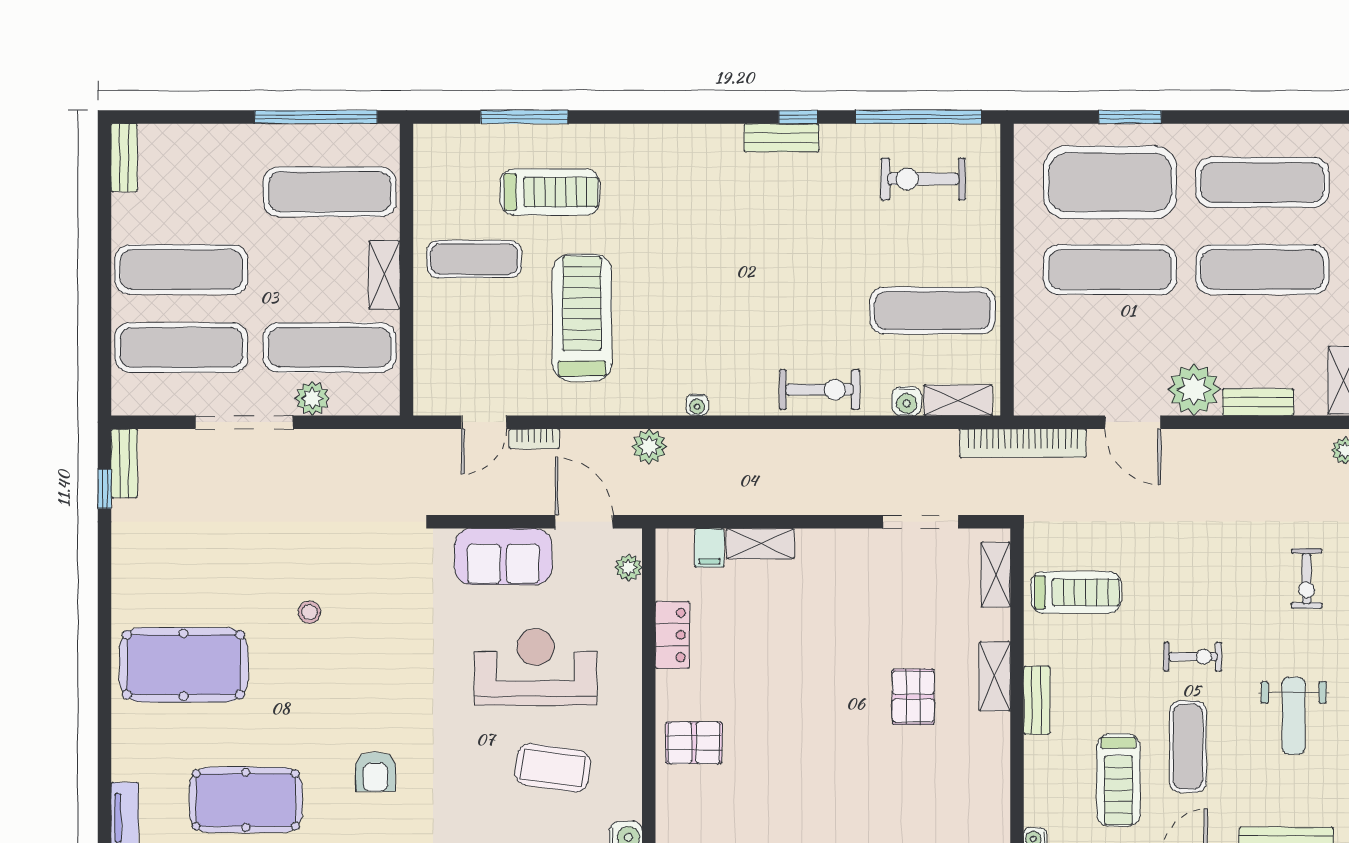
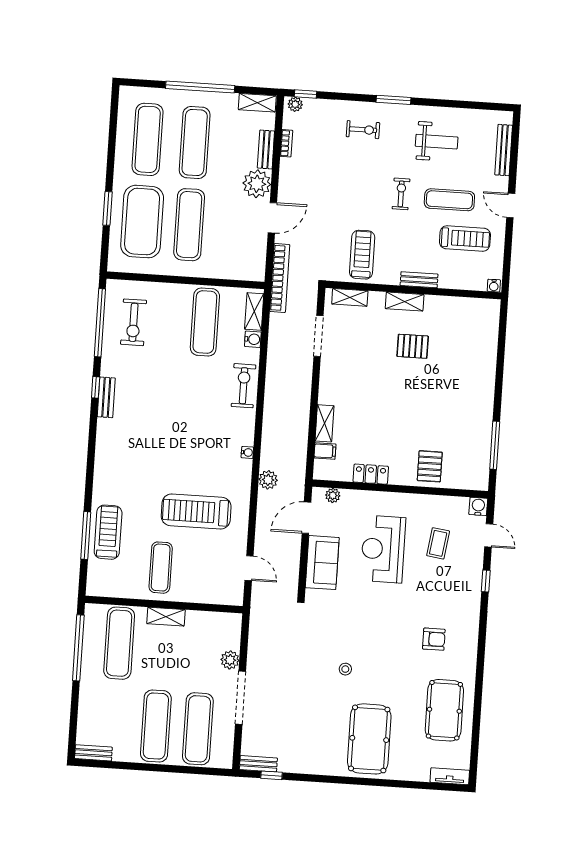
treadmill: (550, 192) -> (108, 532), moved
exercise mat: (330, 347) -> (203, 649), removed
bookcase: (534, 439) -> (286, 143), moved
coffee table: (553, 768) -> (438, 543), width x0.73, depth x0.77

